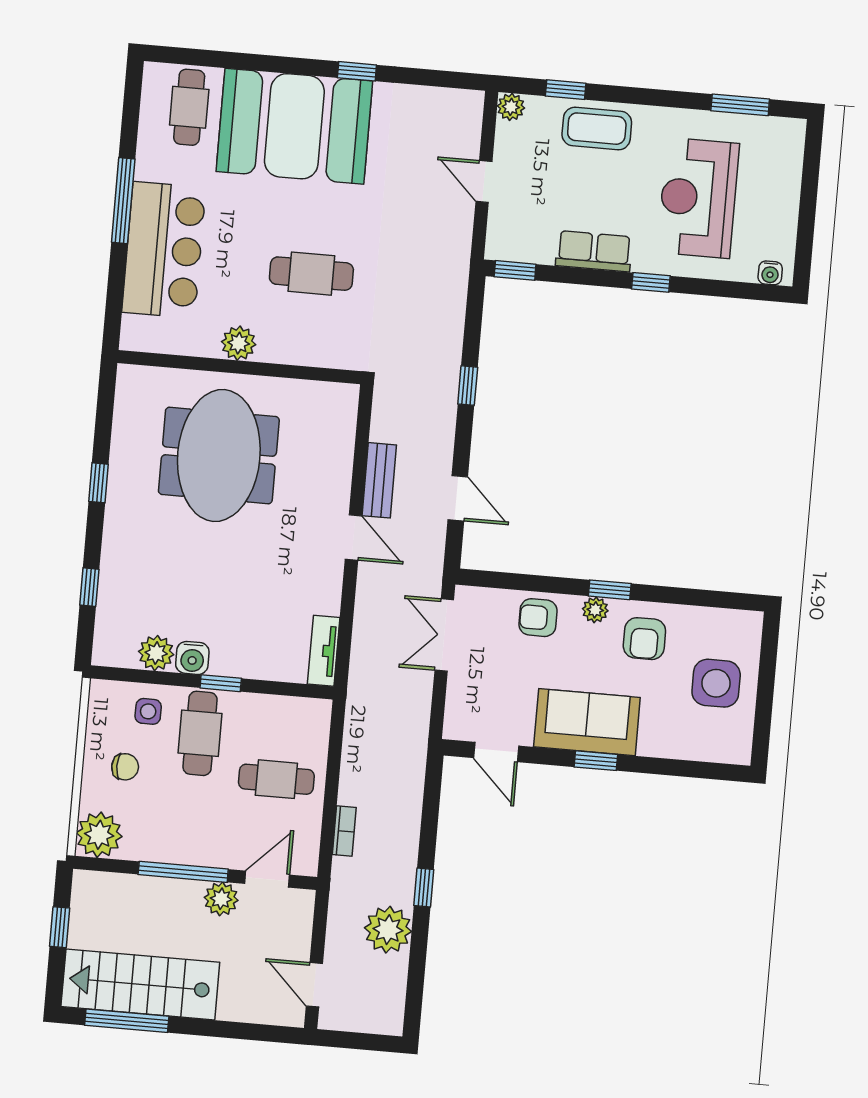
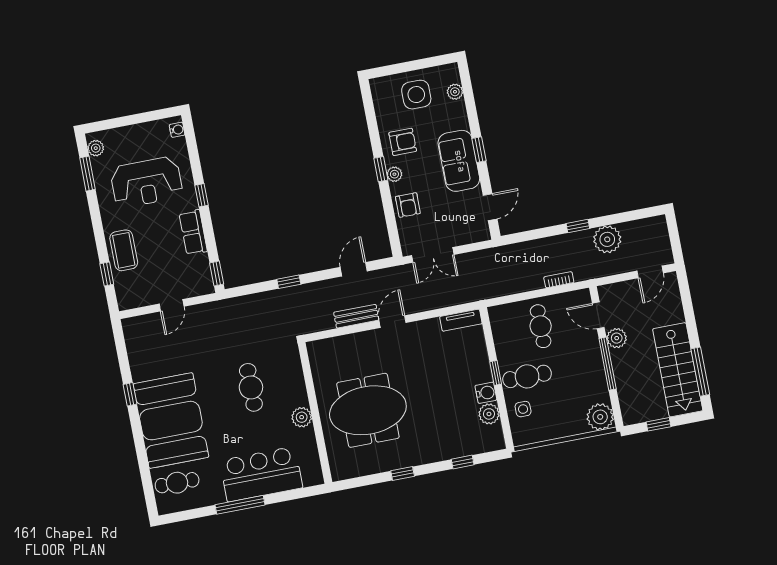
plant: (511, 107) -> (96, 148), moved
plant: (702, 748) -> (455, 92), added
chair: (125, 767) -> (558, 413), removed

